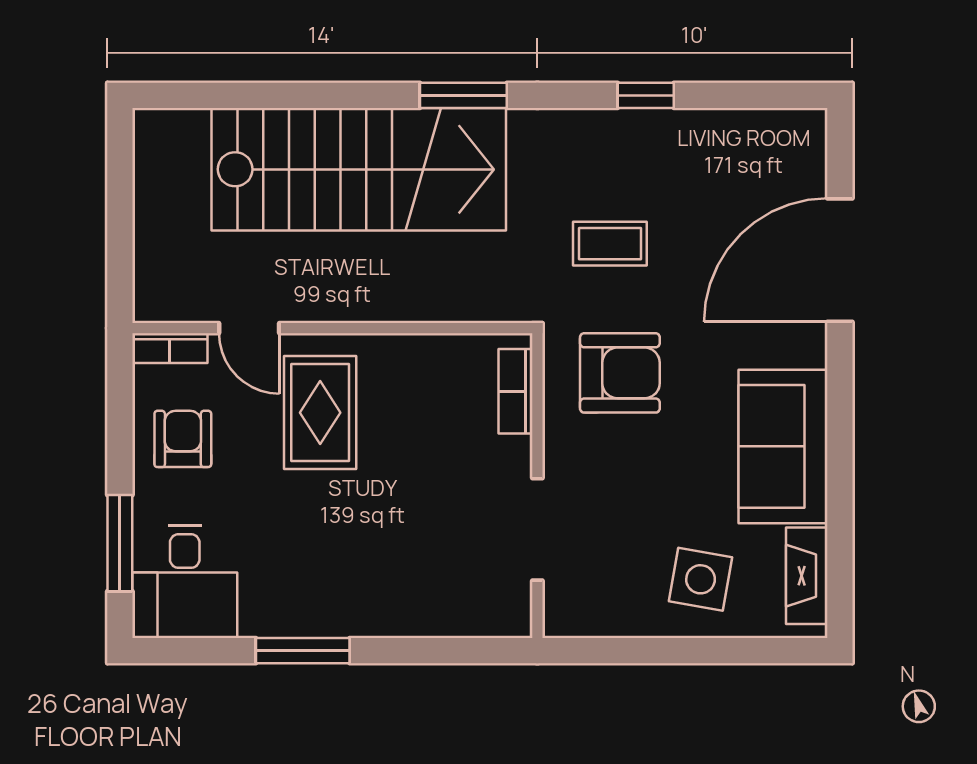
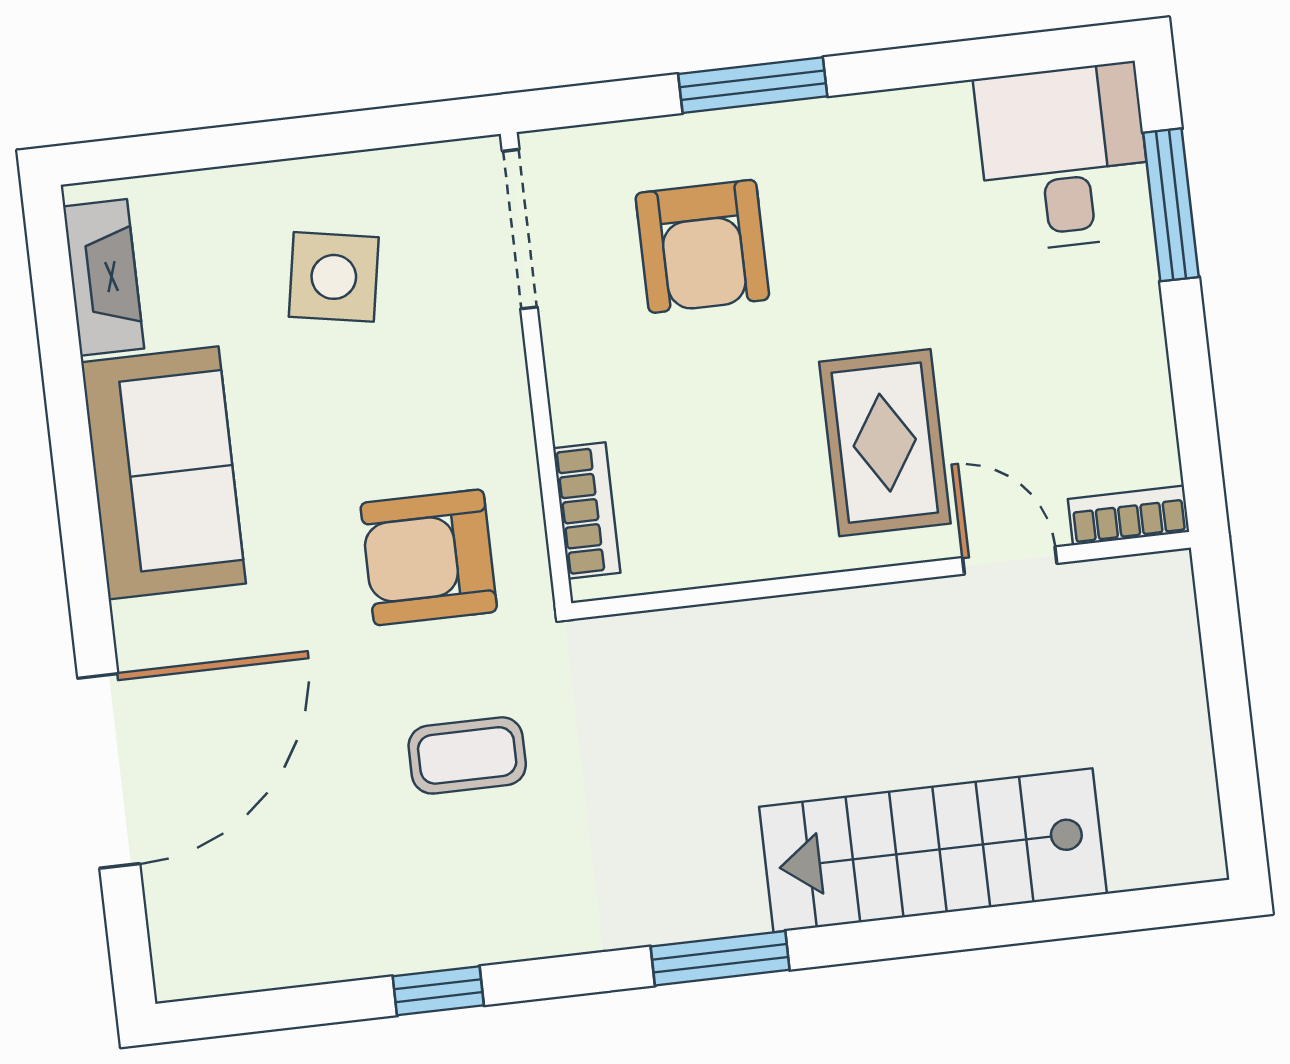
stairs: (359, 169) -> (933, 850), width x0.73, depth x0.66
armchair: (183, 439) -> (702, 246), moved, width x1.38, depth x1.38
doorway: (537, 529) -> (520, 229), moved
side table: (701, 579) -> (334, 277), moved
window: (303, 651) -> (753, 85), moved

